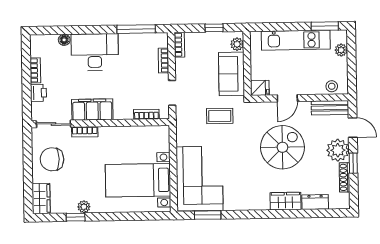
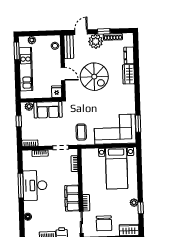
window: (136, 29) -> (21, 186), moved
desk: (95, 52) -> (35, 185), moved
coffee table: (220, 116) -> (81, 132), moved
spiral stairs: (282, 147) -> (94, 77), turned 180

